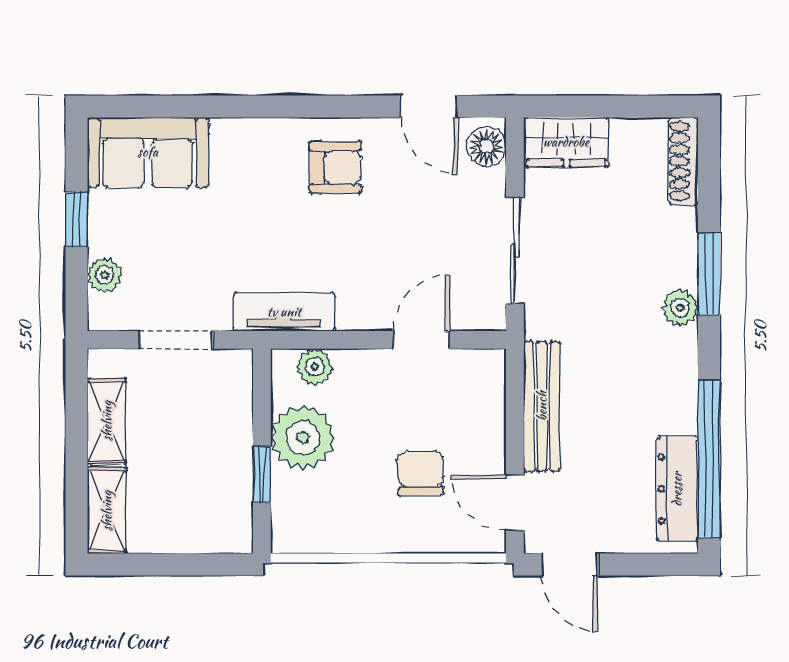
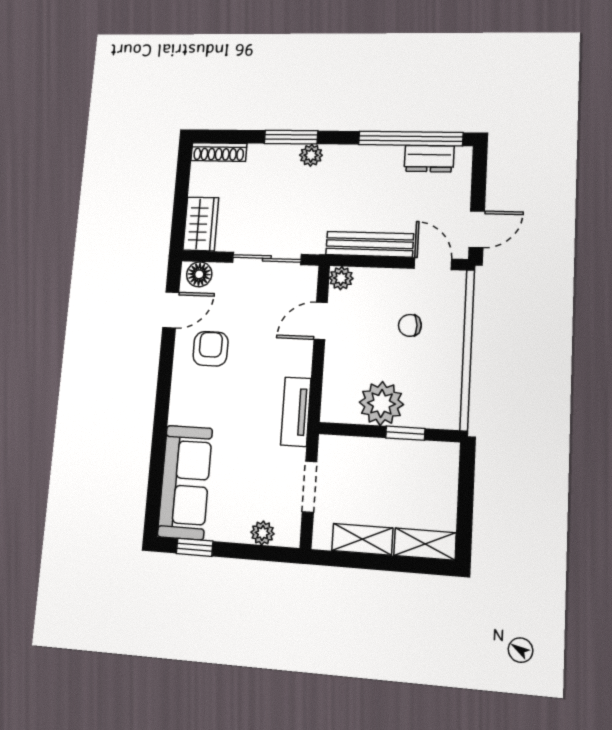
sofa: (148, 152) -> (185, 482), width x1.36
armchair: (335, 167) -> (211, 349), moved
window: (76, 220) -> (195, 547), moved
door: (422, 340) -> (321, 321), hinge flipped
plant: (315, 367) -> (341, 278), moved
chair: (420, 473) -> (410, 325), width x0.73, depth x0.73
dresser: (677, 489) -> (429, 159), width x0.70
door: (515, 502) -> (433, 264), swing flipped

